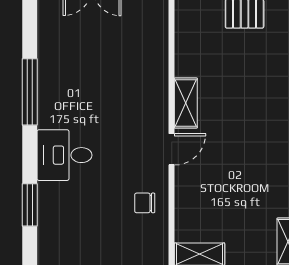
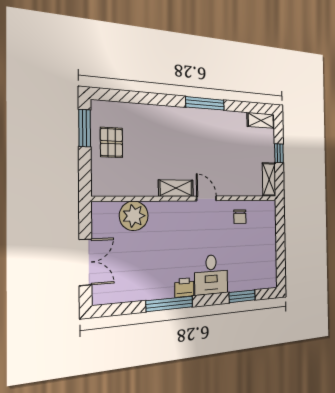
plant: (149, 43) -> (134, 216), added
printer: (50, 114) -> (184, 287), added

